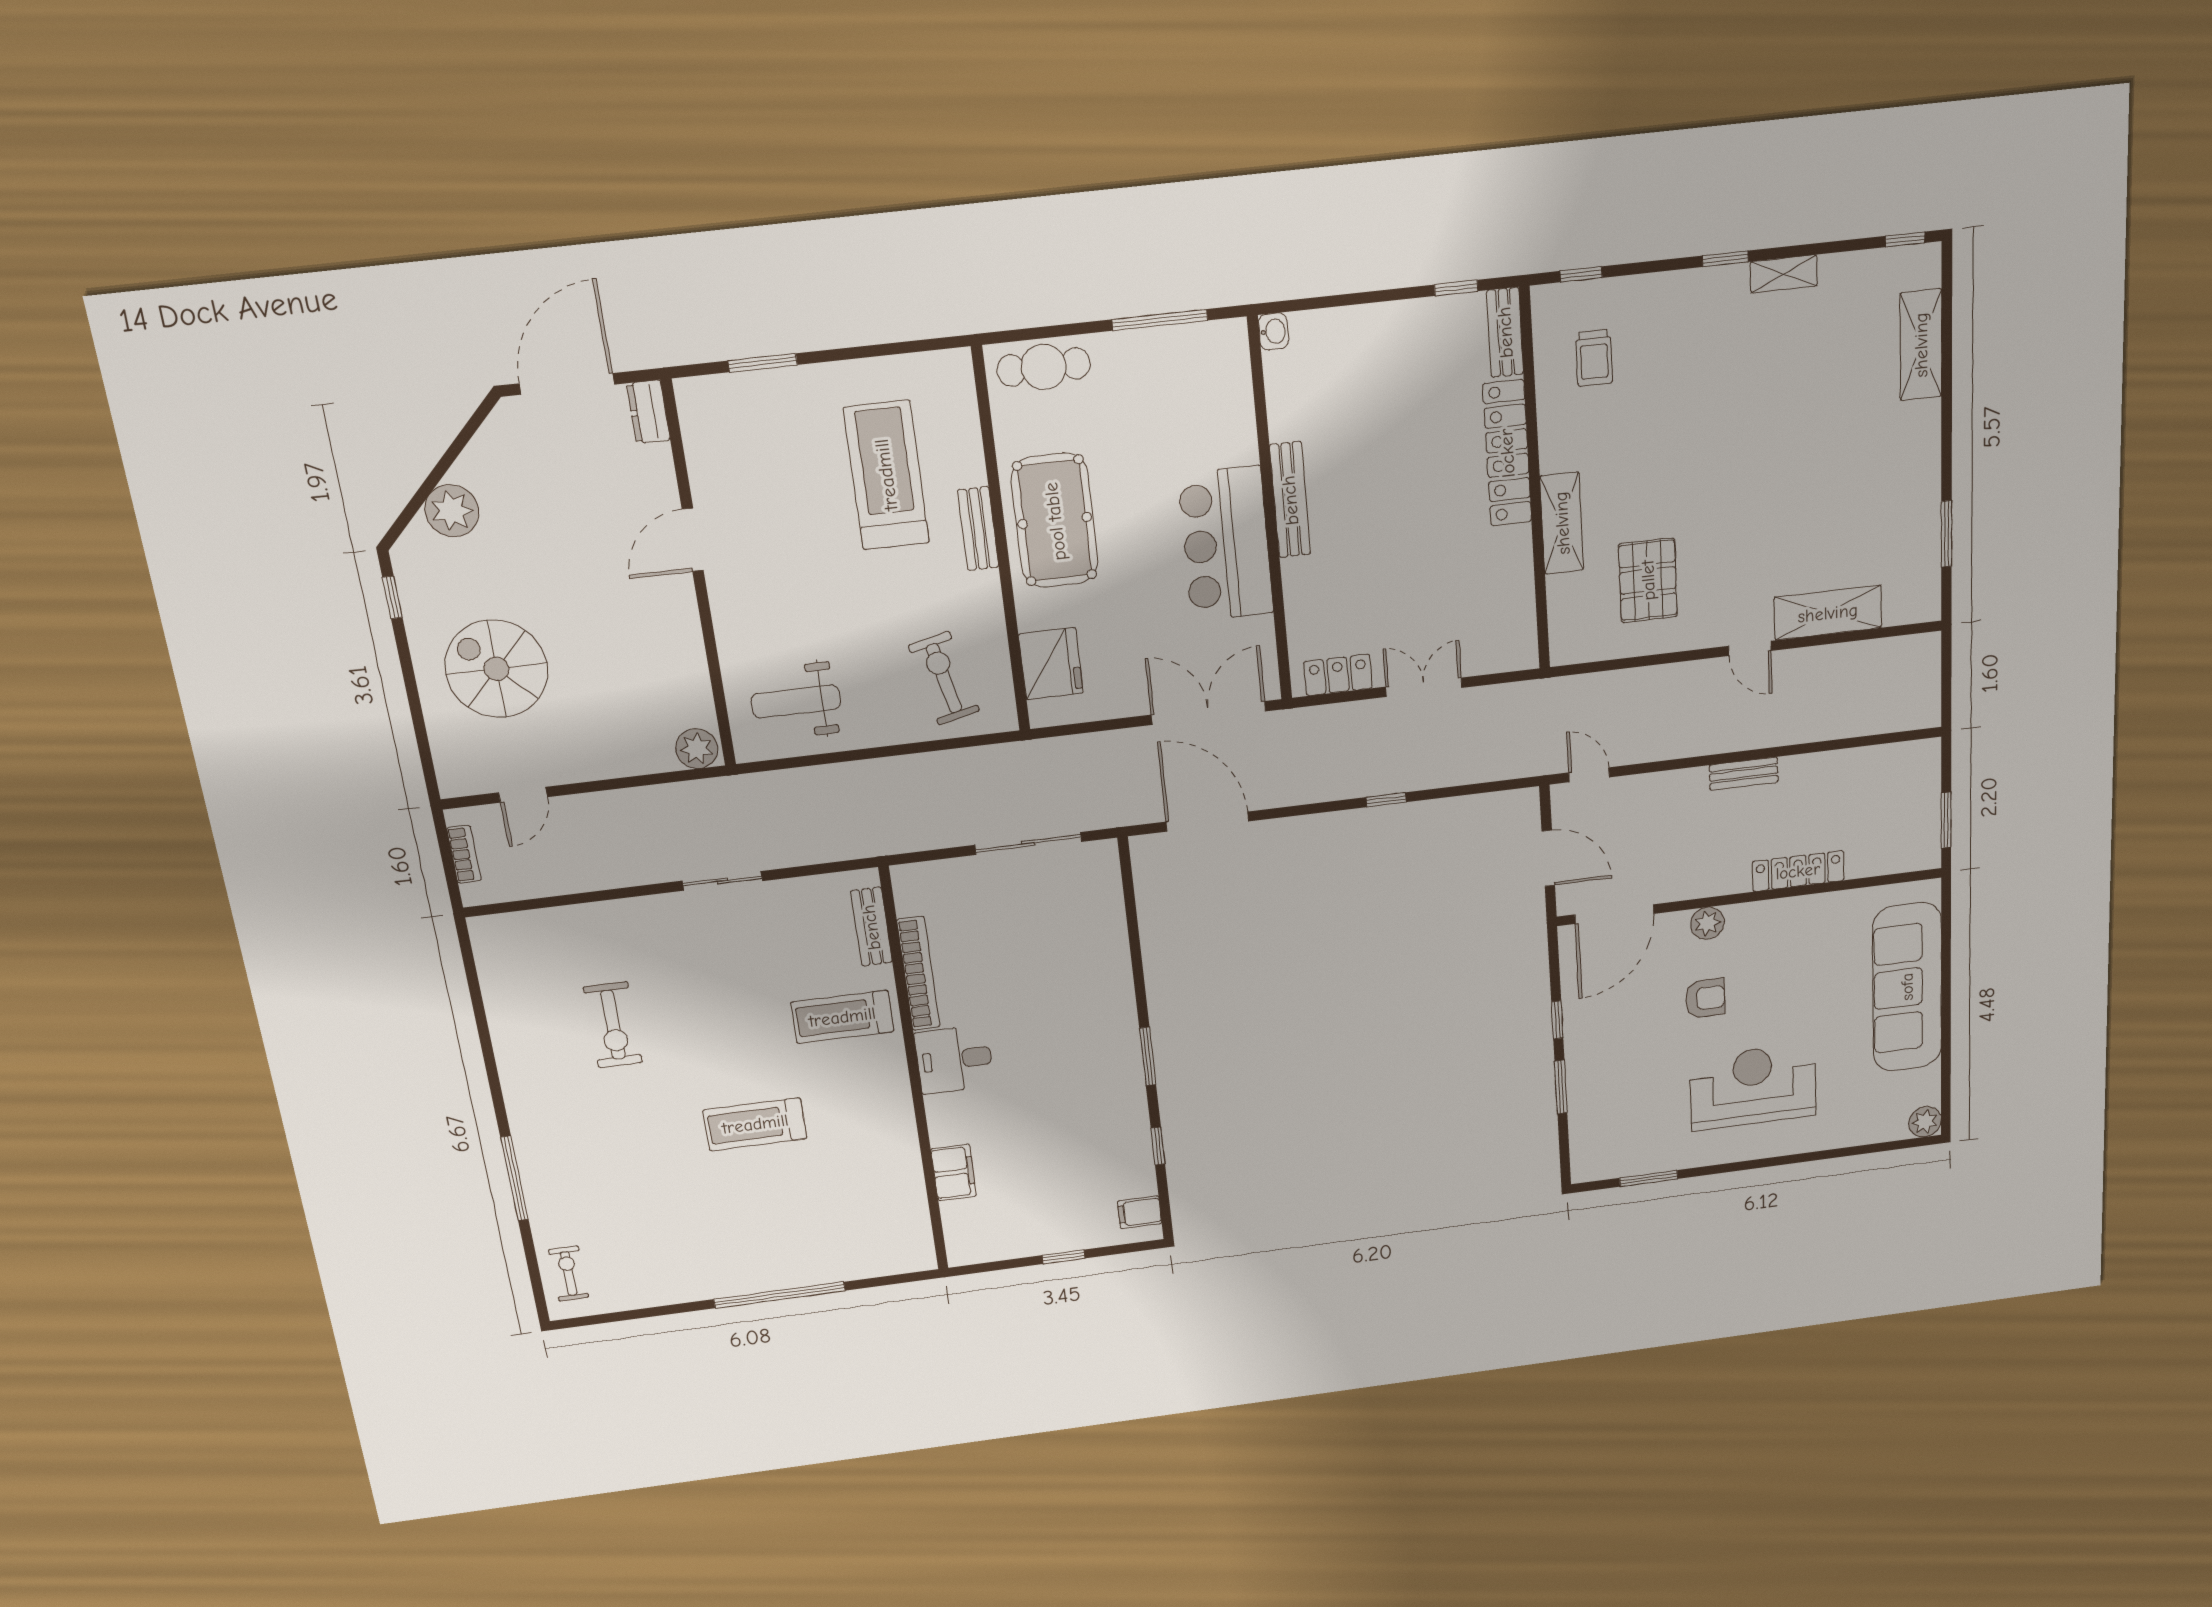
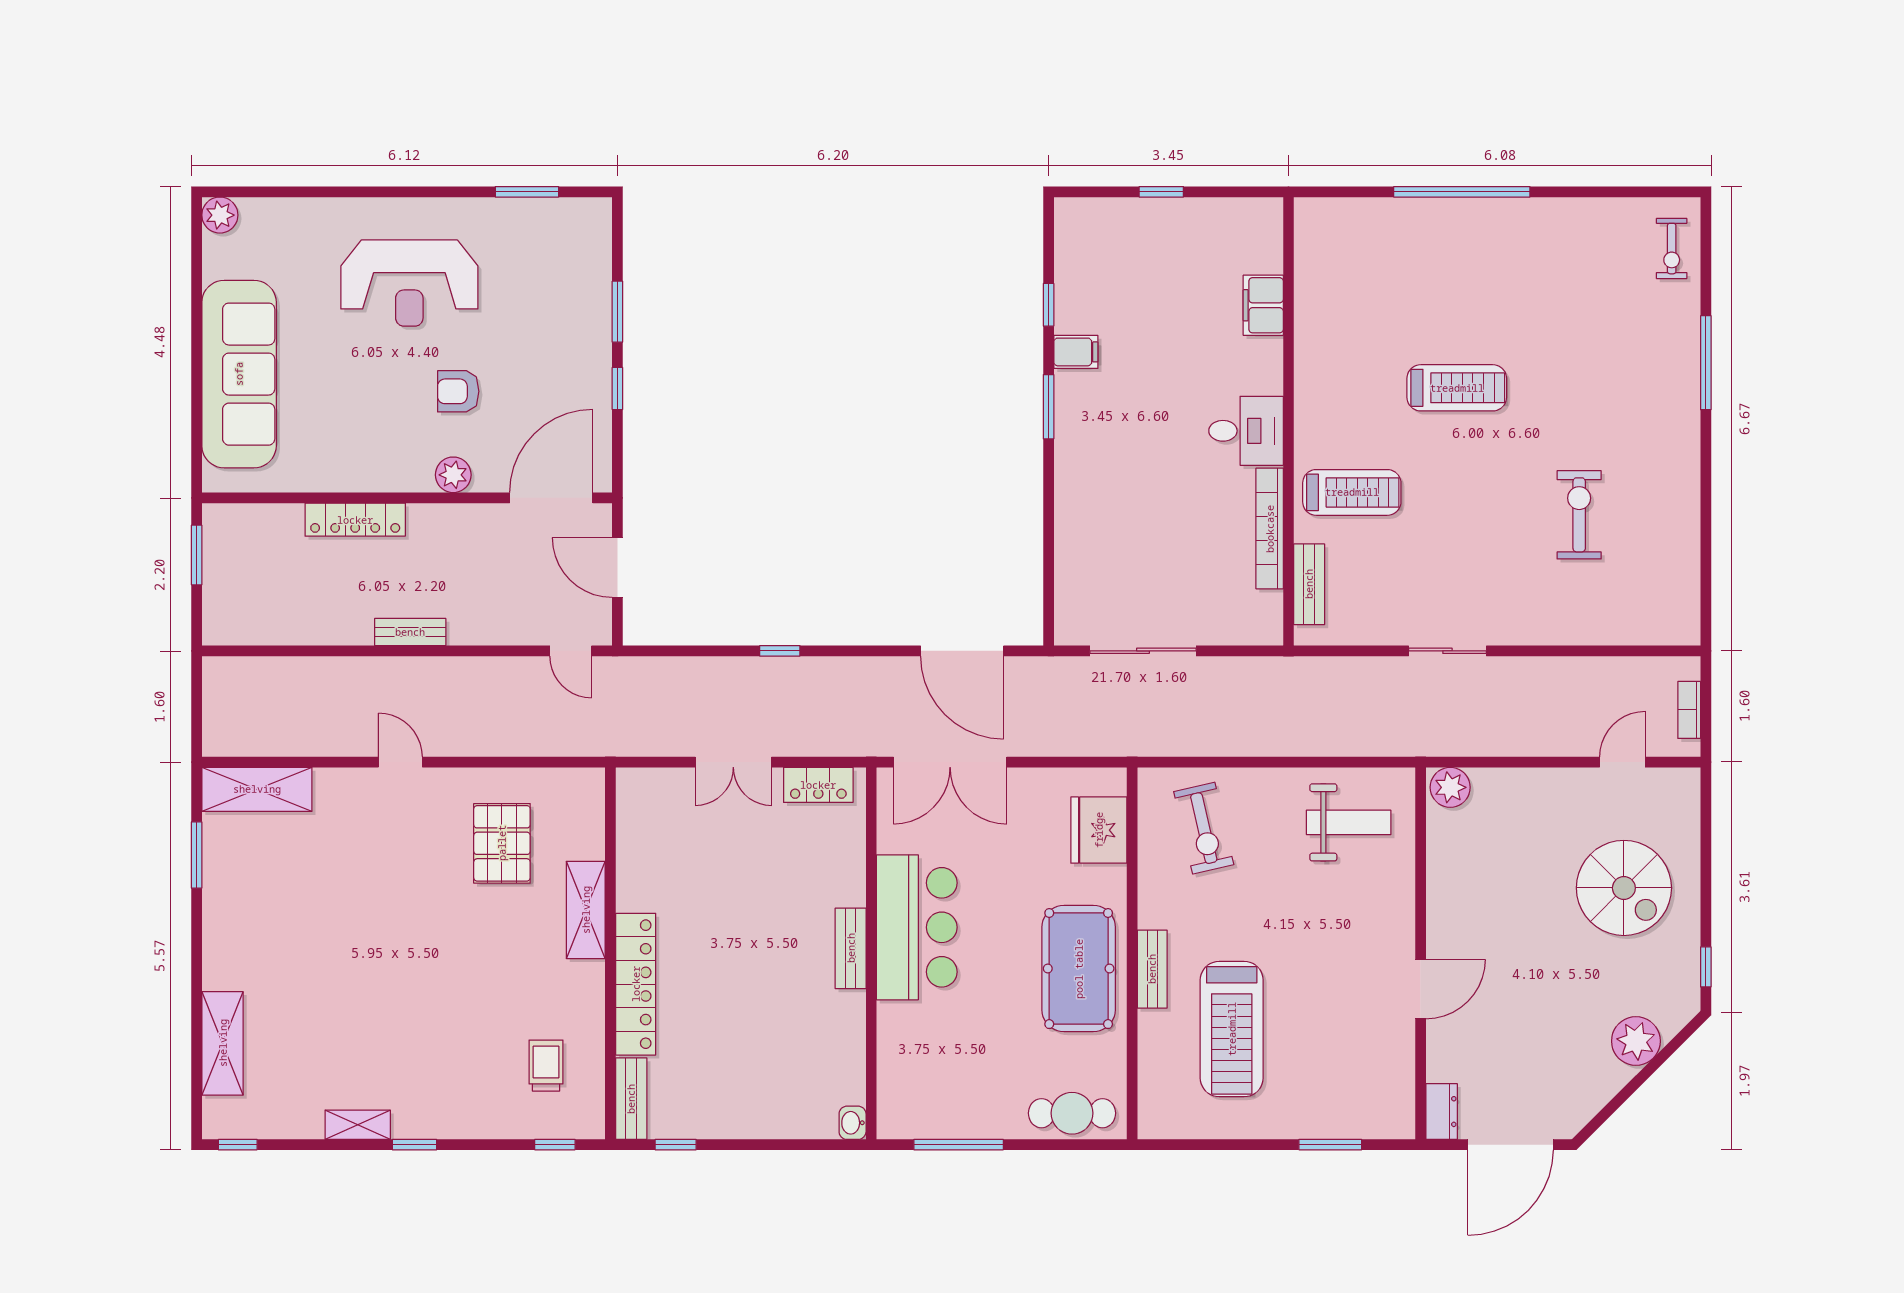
bench: (1290, 500) -> (851, 948), width x0.73
shelving: (1828, 613) -> (257, 789), moved
filing cabinet: (1140, 1212) -> (1076, 352), moved

